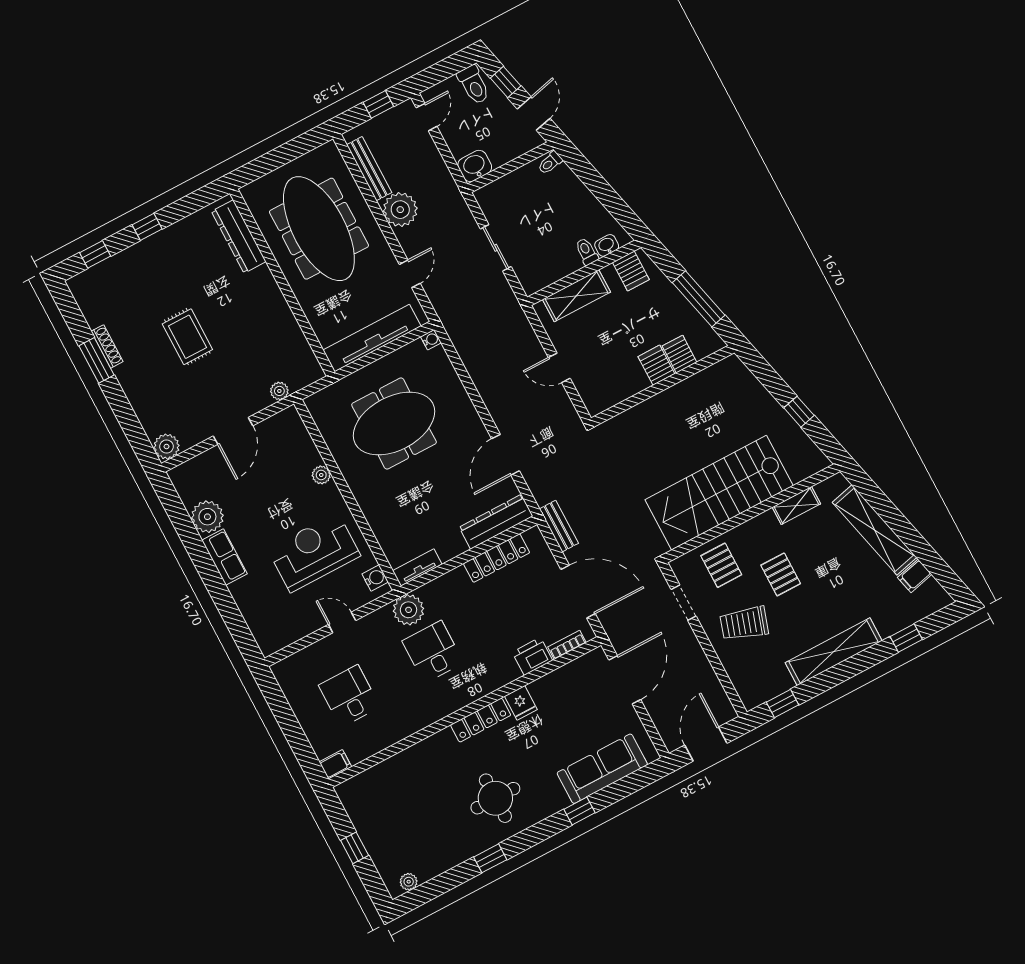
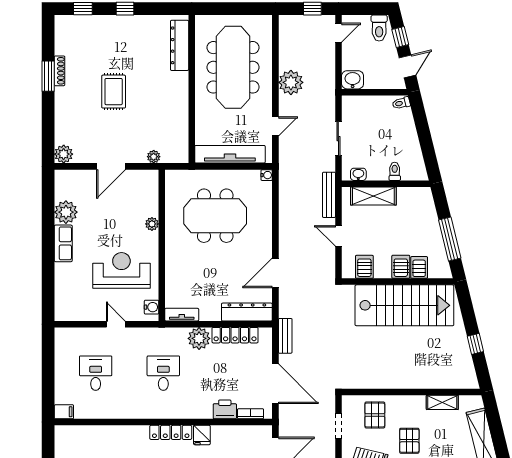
bench: (369, 169) -> (329, 195), moved
washbasin: (607, 245) -> (358, 174), moved
server rack: (631, 271) -> (364, 267), moved, turned 180
stairs: (719, 493) -> (404, 305), moved, turned 180
plant: (409, 610) -> (199, 338), moved

